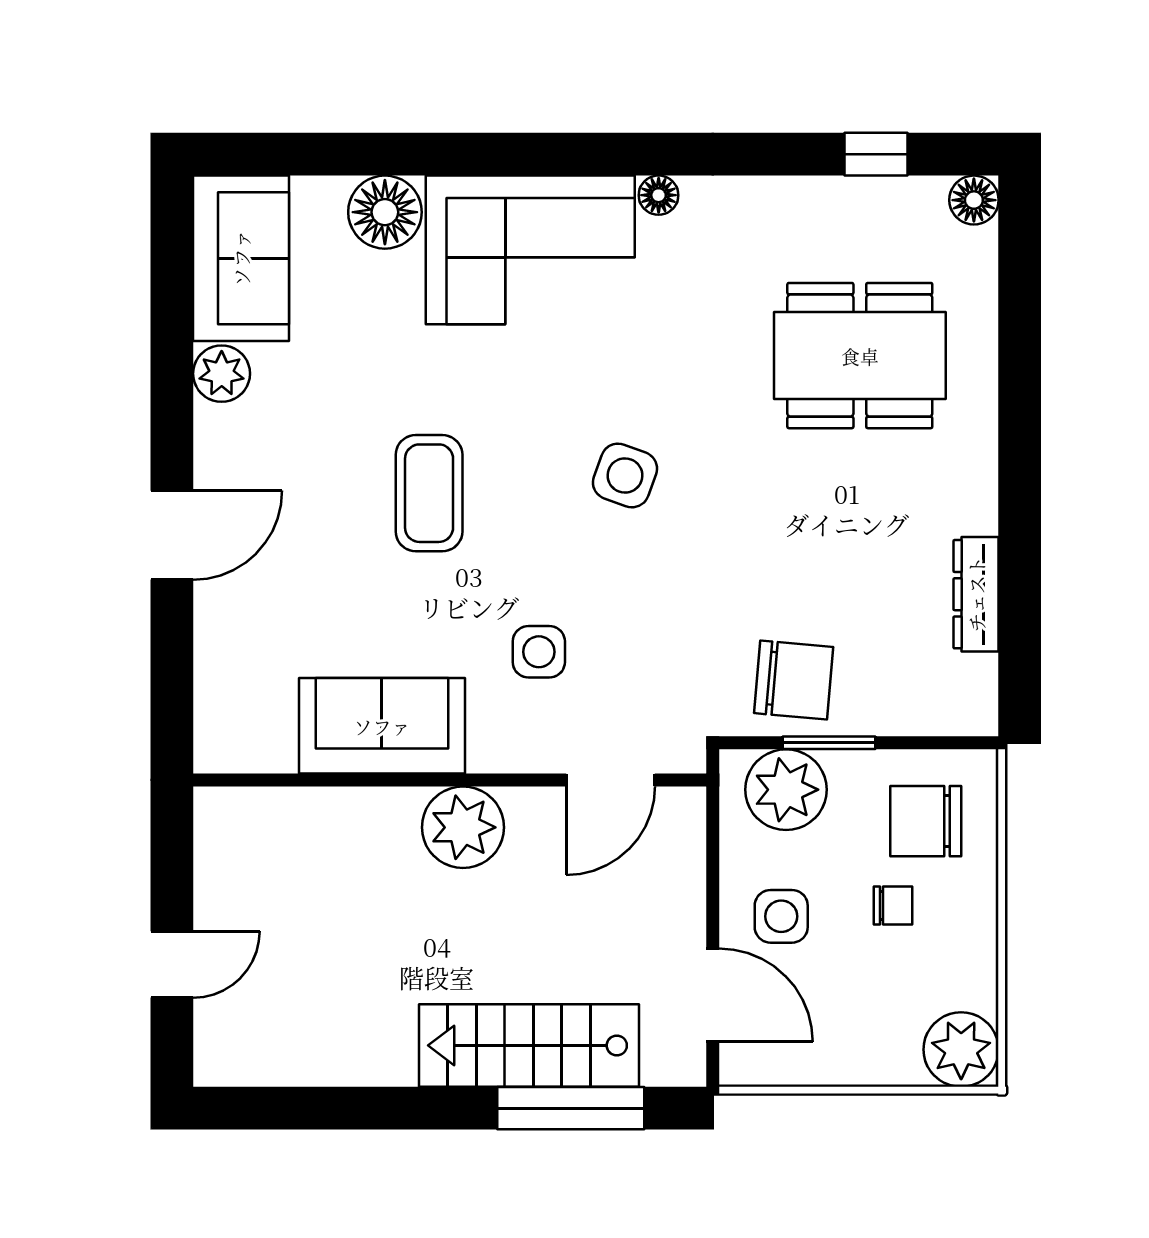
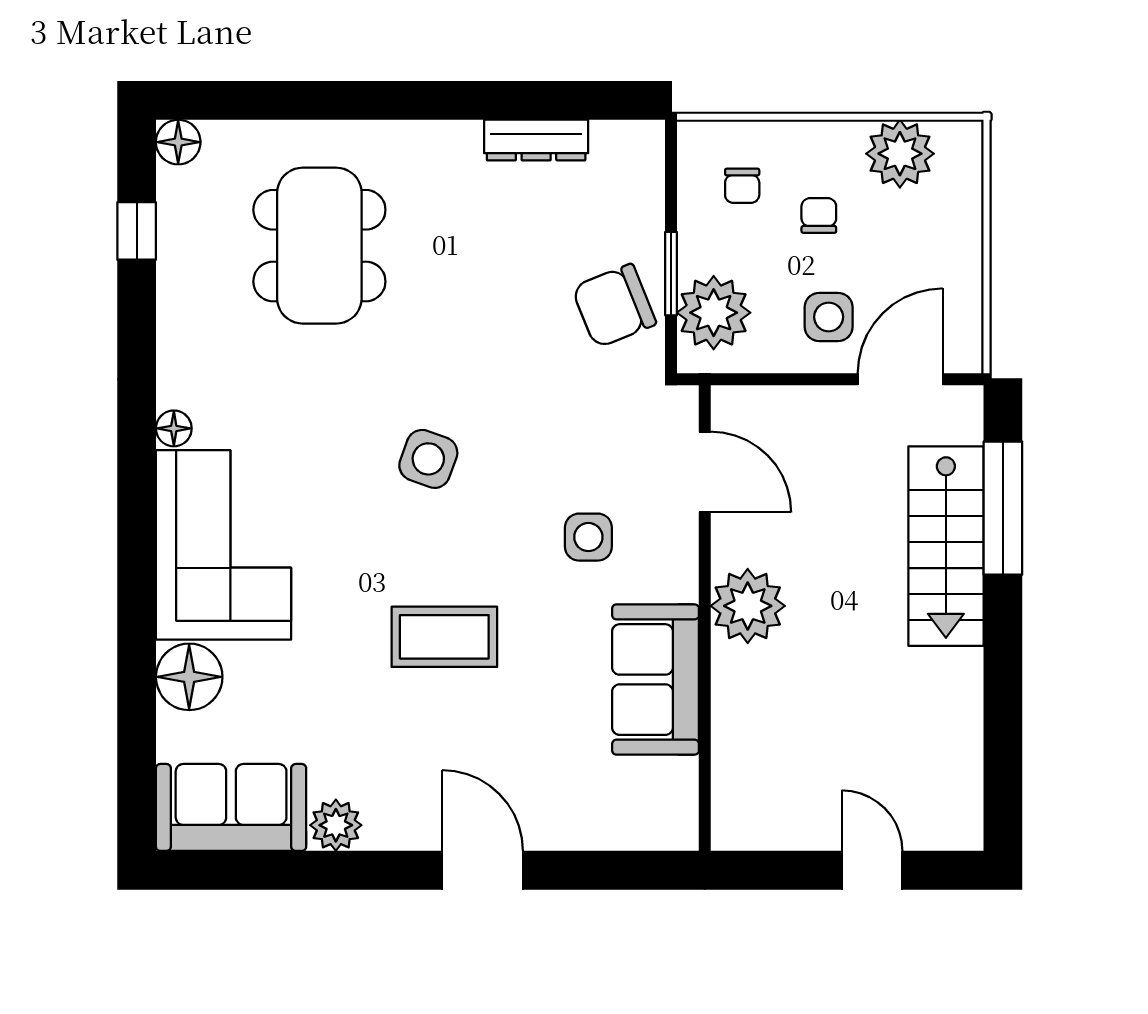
chair: (794, 680) -> (614, 306), turned -117
chair: (926, 821) -> (742, 186), width x0.54, depth x0.54
plant: (961, 1050) -> (900, 154), moved

